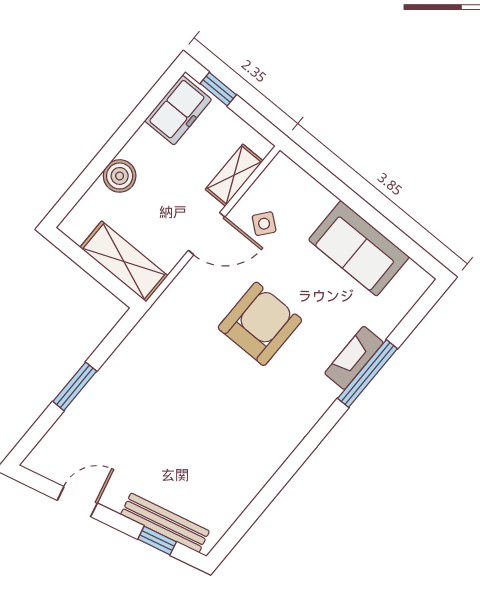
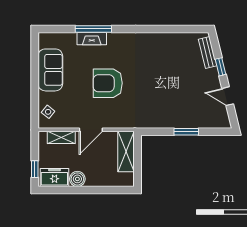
boiler: (120, 176) -> (77, 179), moved
side table: (264, 224) -> (48, 112), moved
door: (207, 234) -> (91, 130), swing flipped
bench: (165, 523) -> (208, 52), width x0.73
window: (157, 541) -> (221, 67), moved

